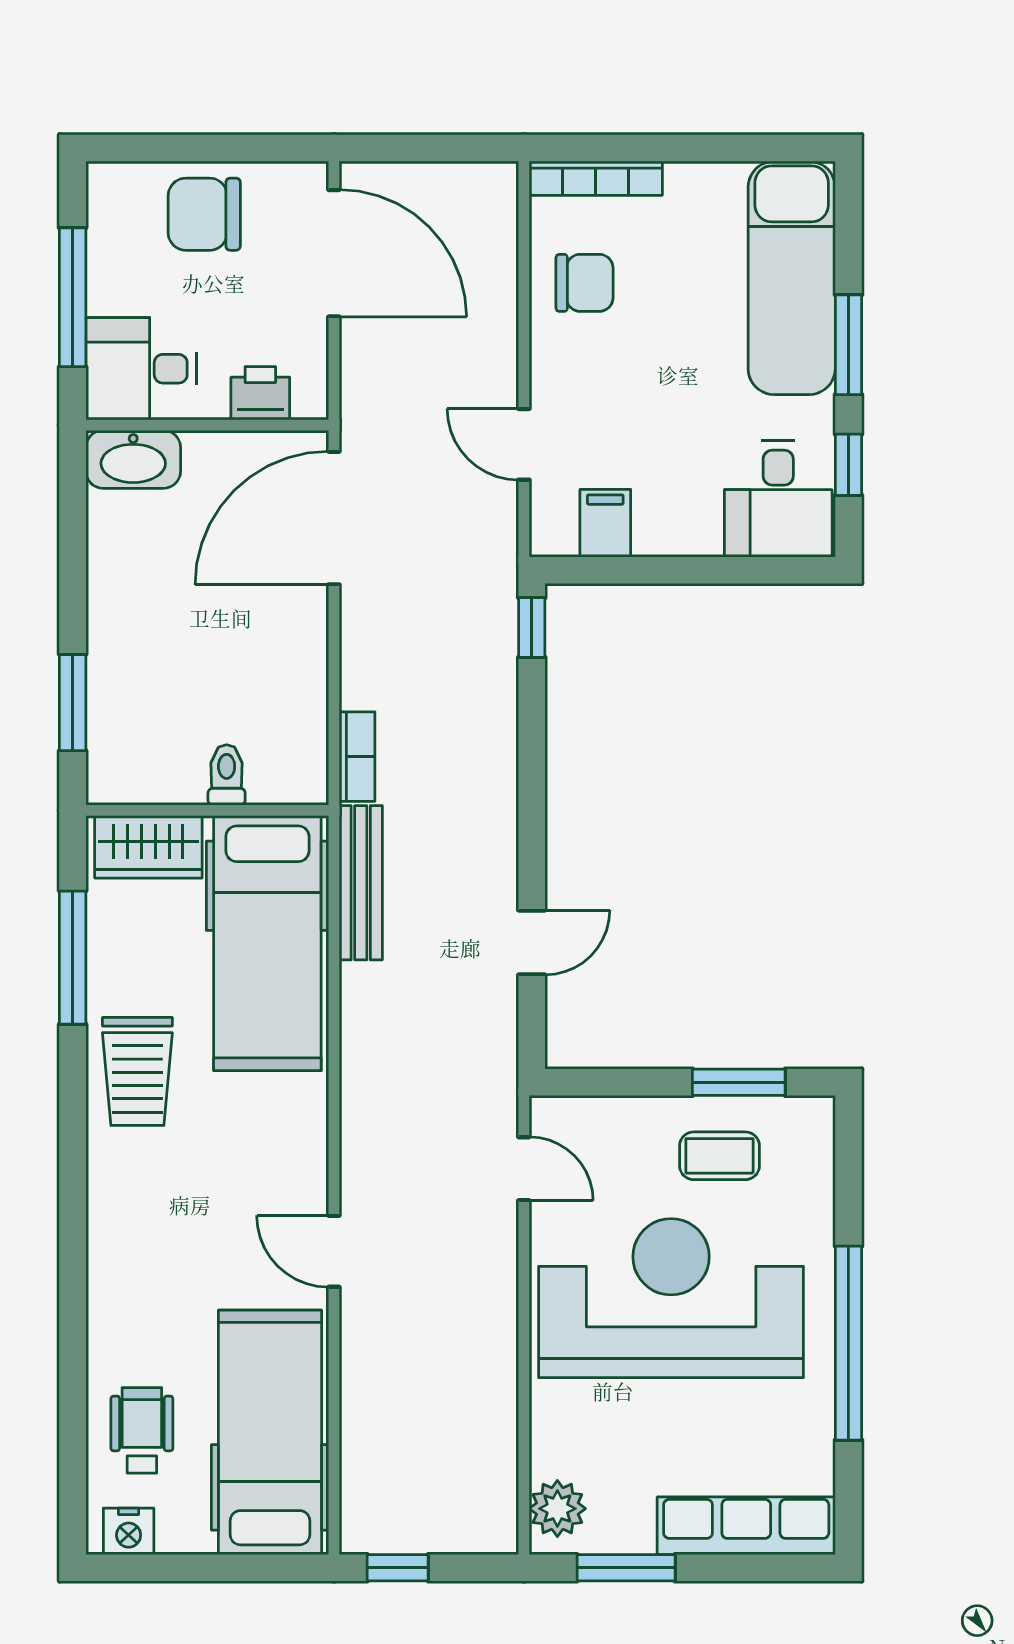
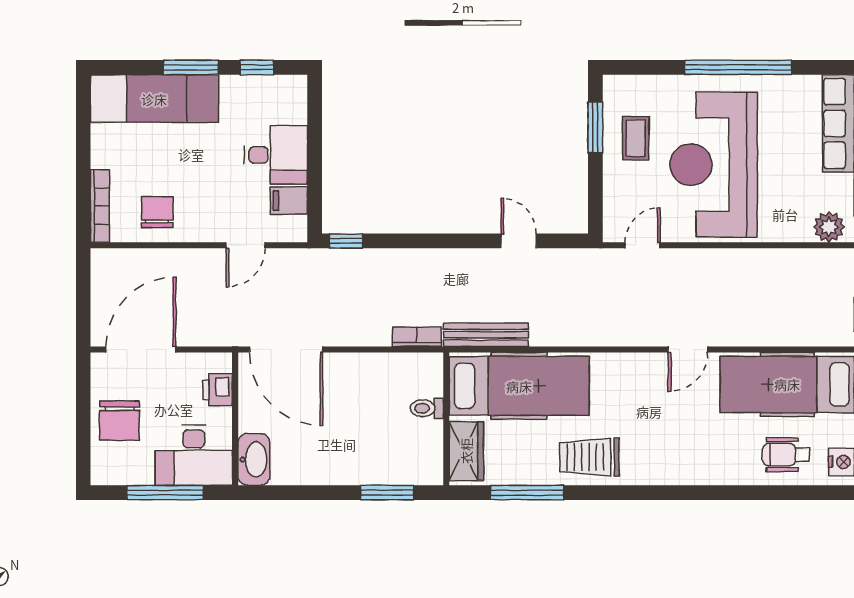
desk: (141, 369) -> (194, 455), width x1.37
desk: (778, 499) -> (276, 155), moved
trolley: (137, 1071) -> (589, 457), turned 180

